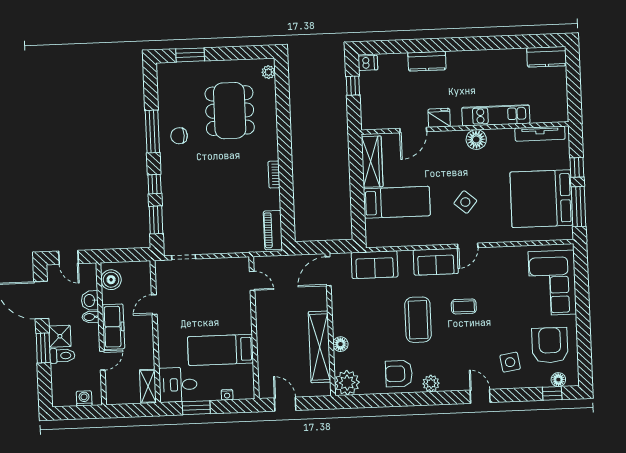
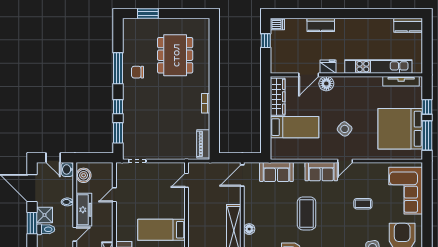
plant: (268, 72) -> (205, 28), removed
kitchen unit: (496, 115) -> (378, 67), width x1.36
floor lamp: (476, 140) -> (326, 84), moved
door: (252, 281) -> (186, 180), swing flipped
washbasin: (90, 300) -> (67, 169), moved
coffee table: (464, 306) -> (363, 204), moved

